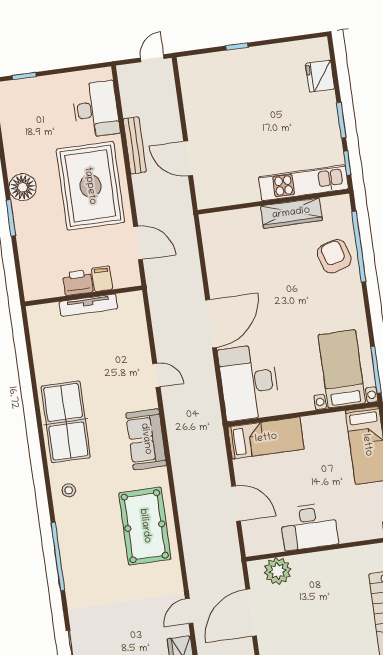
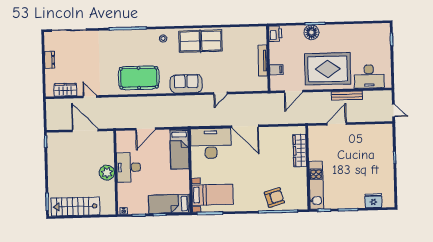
floor lamp: (23, 187) -> (311, 32), moved
wardrobe: (291, 213) -> (300, 151), moved
printer: (78, 283) -> (275, 34), moved
plant: (278, 571) -> (107, 173), moved

